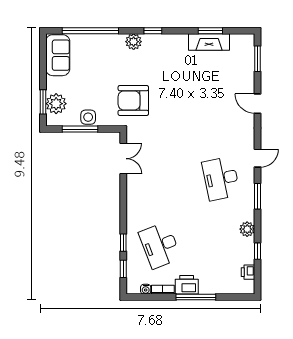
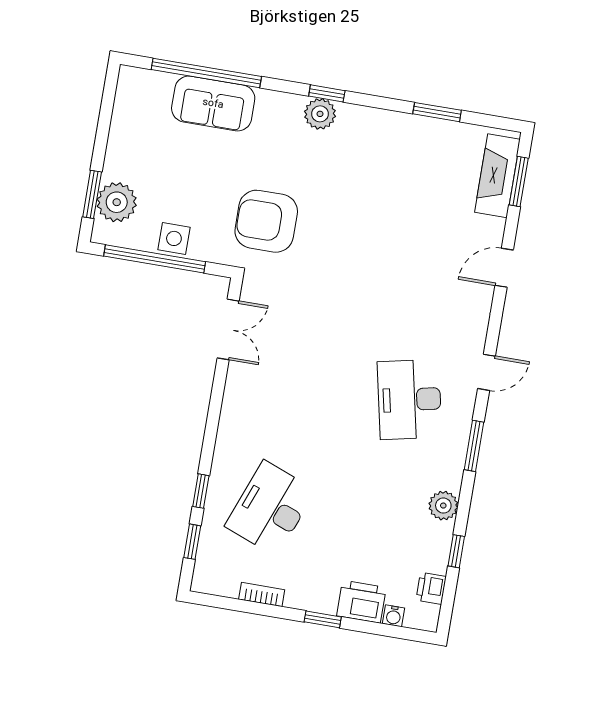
plant: (134, 42) -> (320, 114), moved
fireplace: (209, 42) -> (497, 176), moved, turned 90
sofa: (58, 55) -> (213, 103), moved, turned 90
door: (258, 104) -> (504, 268), hinge flipped
window: (80, 129) -> (155, 259), width x1.46
desk: (160, 245) -> (270, 508), turned 42
printer: (187, 285) -> (361, 602), moved
water cooler: (146, 289) -> (394, 616), moved
window: (196, 297) -> (323, 619), width x0.46

